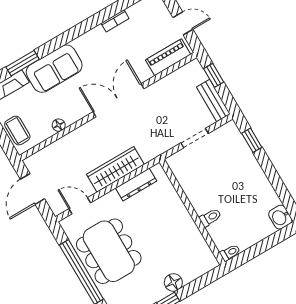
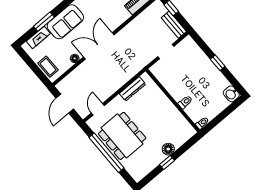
double door: (119, 100) -> (99, 46), moved
window: (252, 140) -> (218, 63), moved
wardrobe: (115, 169) -> (117, 81), removed
door: (80, 206) -> (98, 109), hinge flipped

